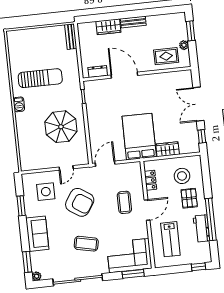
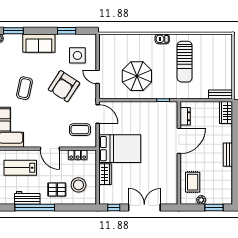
wardrobe: (108, 27) -> (226, 113), moved
coffee table: (124, 202) -> (80, 130), moved

